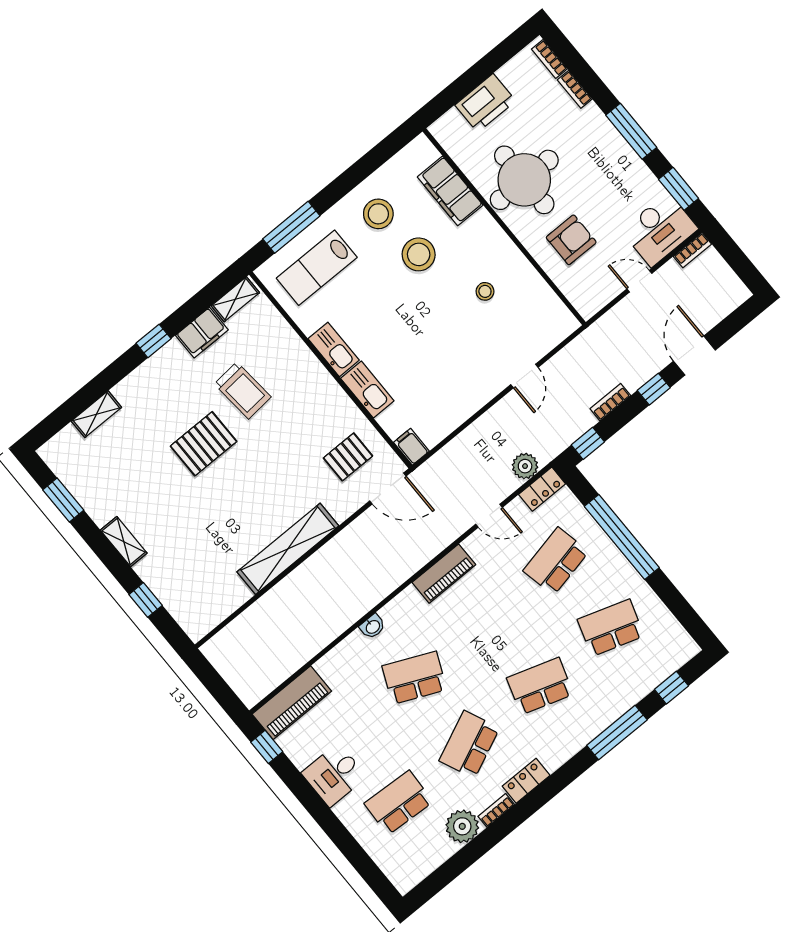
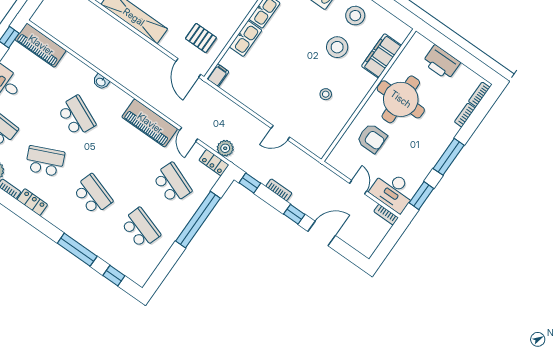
school desk: (556, 561) -> (172, 183), turned 33
piano: (444, 574) -> (150, 123), width x1.37, depth x1.33

